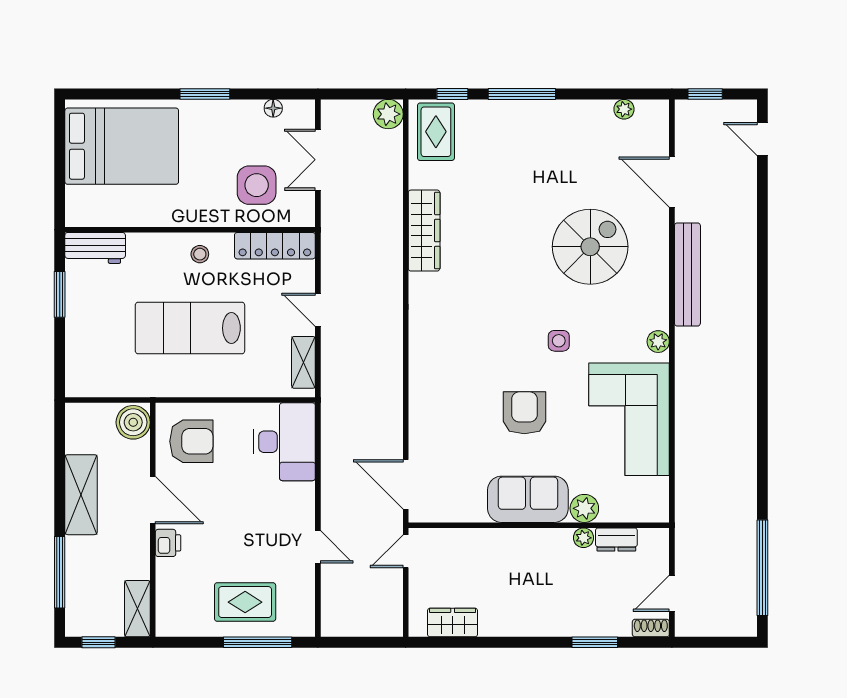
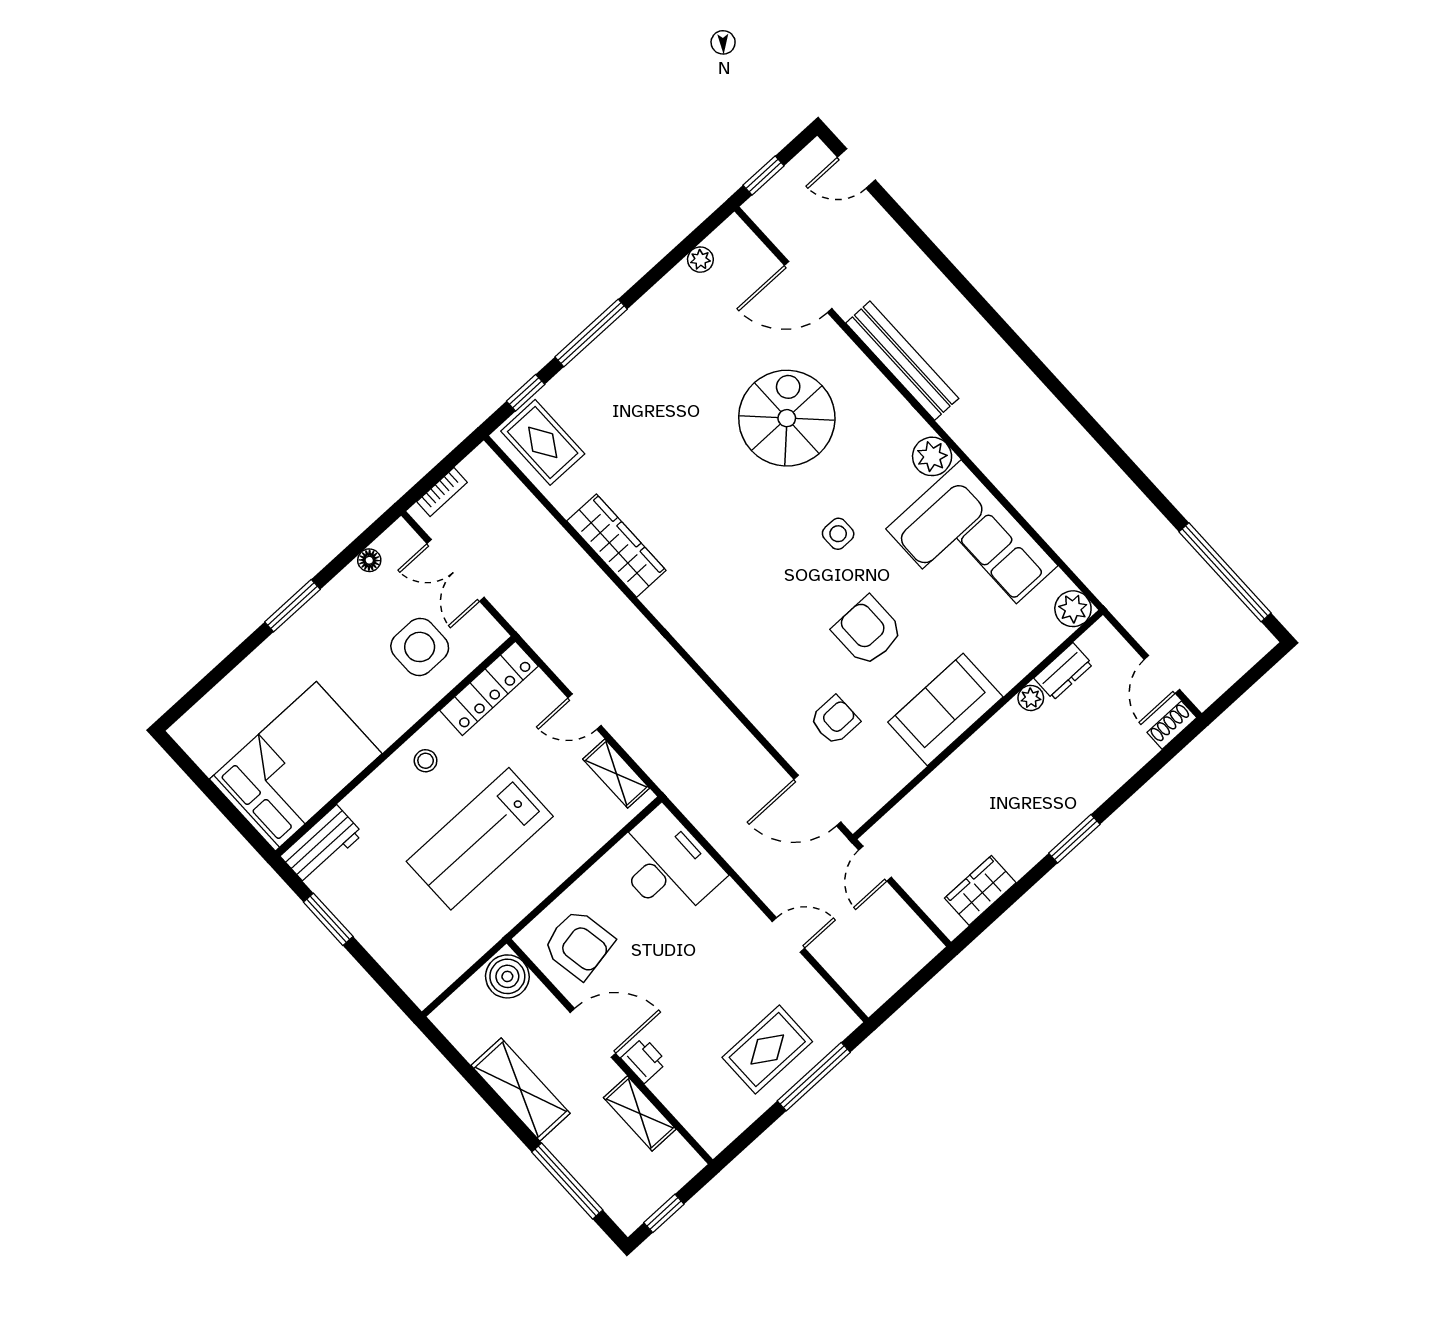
bookcase: (351, 107) -> (442, 492), added
plant: (388, 114) -> (483, 467), removed
bed: (122, 146) -> (296, 766), moved
plant: (658, 342) -> (932, 456), width x1.38, depth x1.38
armchair: (191, 441) -> (579, 944), turned 80
armchair: (458, 447) -> (835, 720), added
plant: (584, 508) -> (1073, 609), moved
shelving: (137, 609) -> (640, 1113), moved
window: (595, 642) -> (1074, 839), moved

